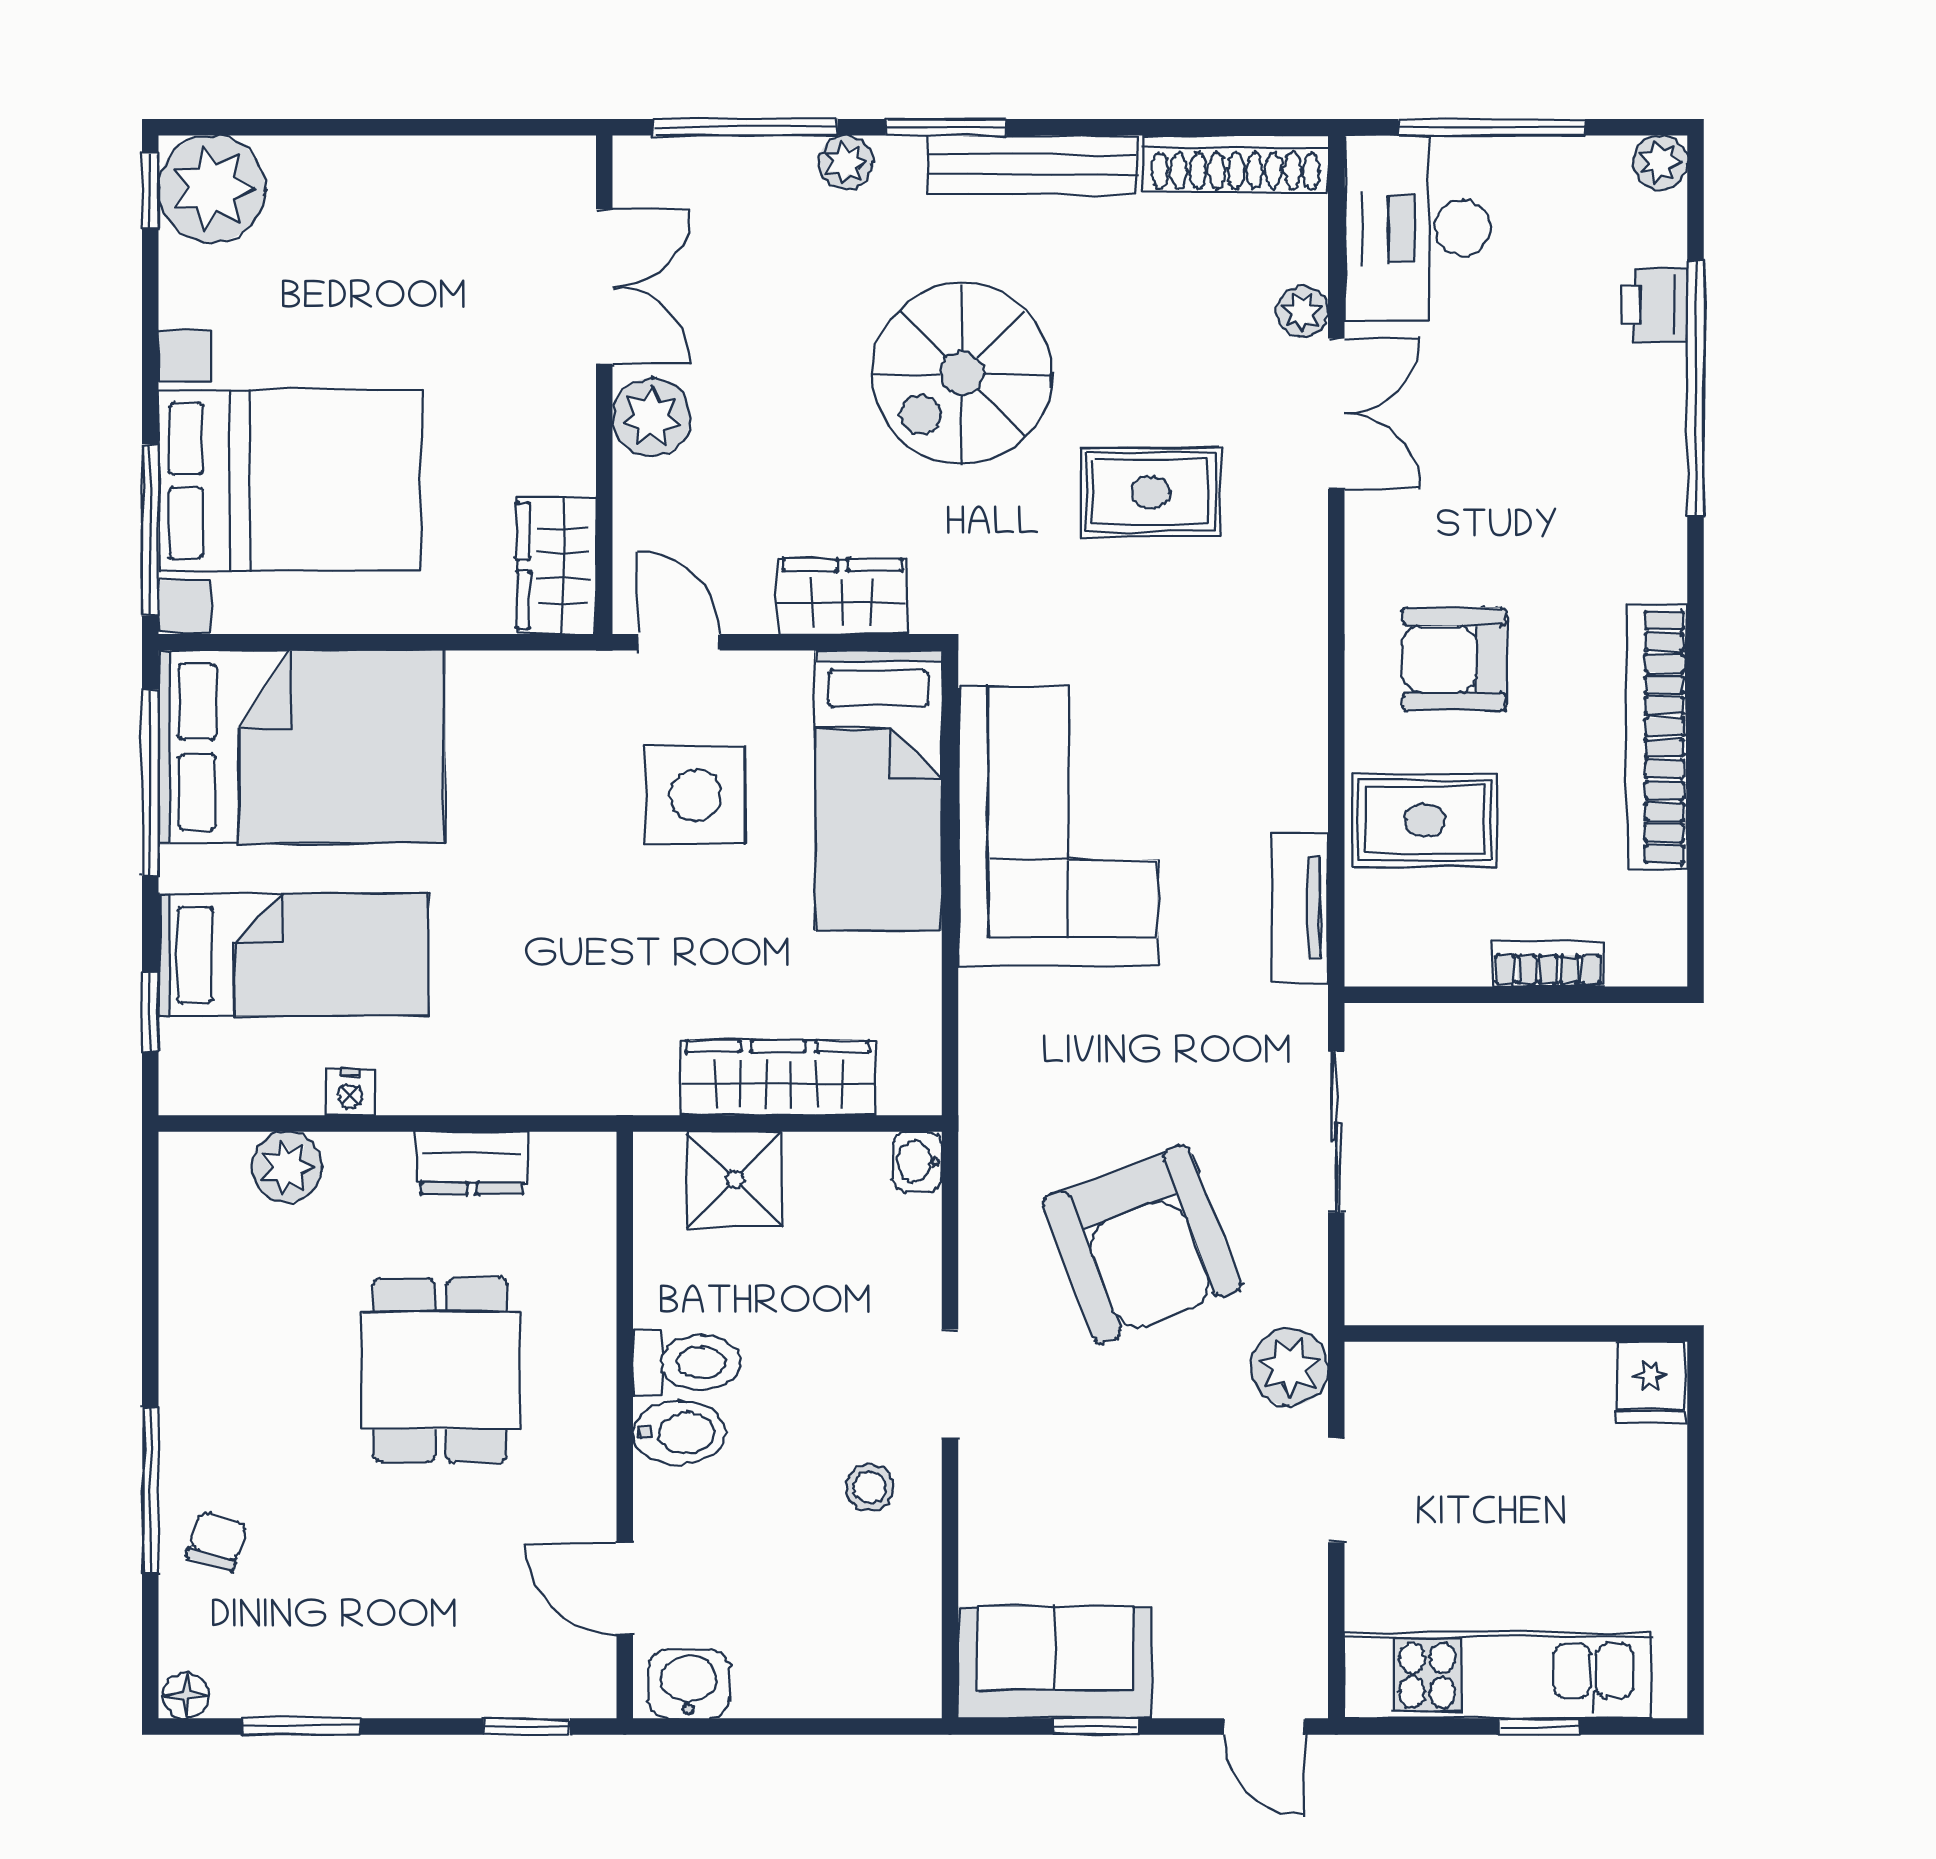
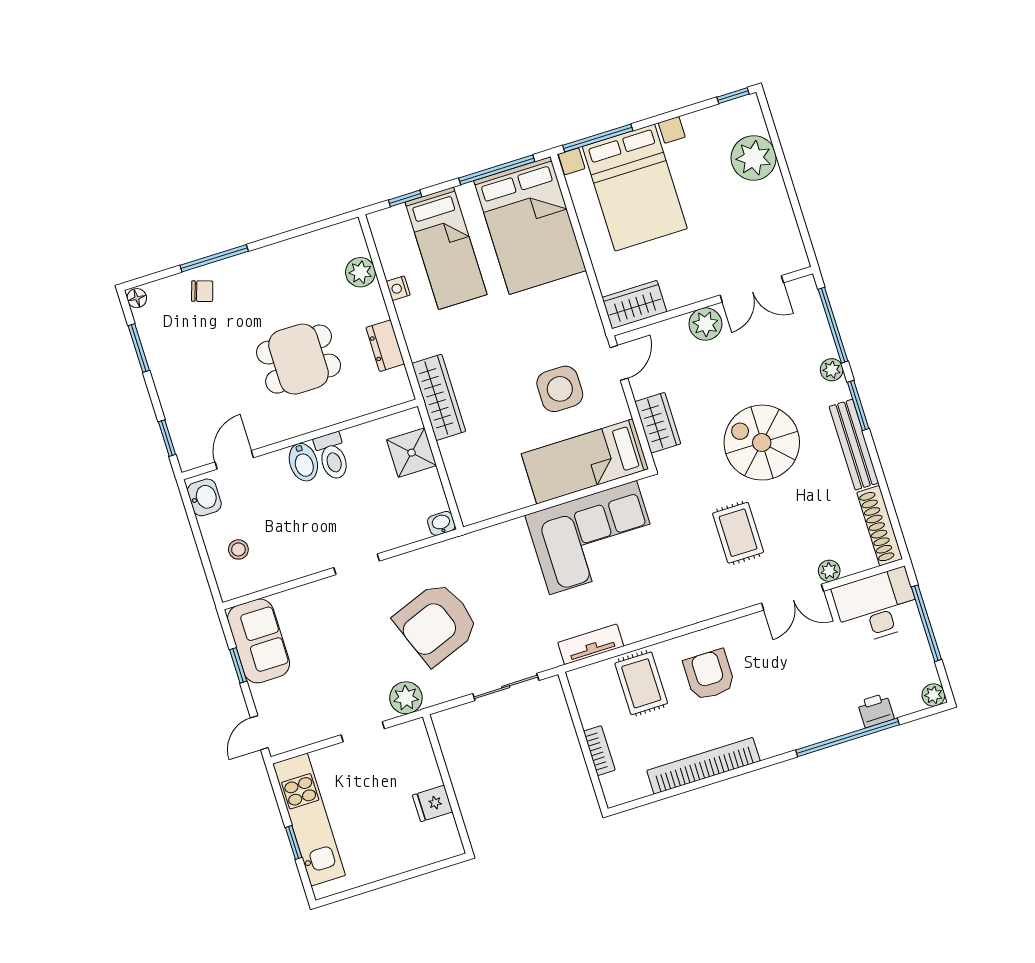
plant: (212, 189) -> (754, 158), moved
wardrobe: (778, 1078) -> (439, 397), moved
fridge: (1650, 1382) -> (433, 803), moved
stool: (870, 1487) -> (238, 549), moved

